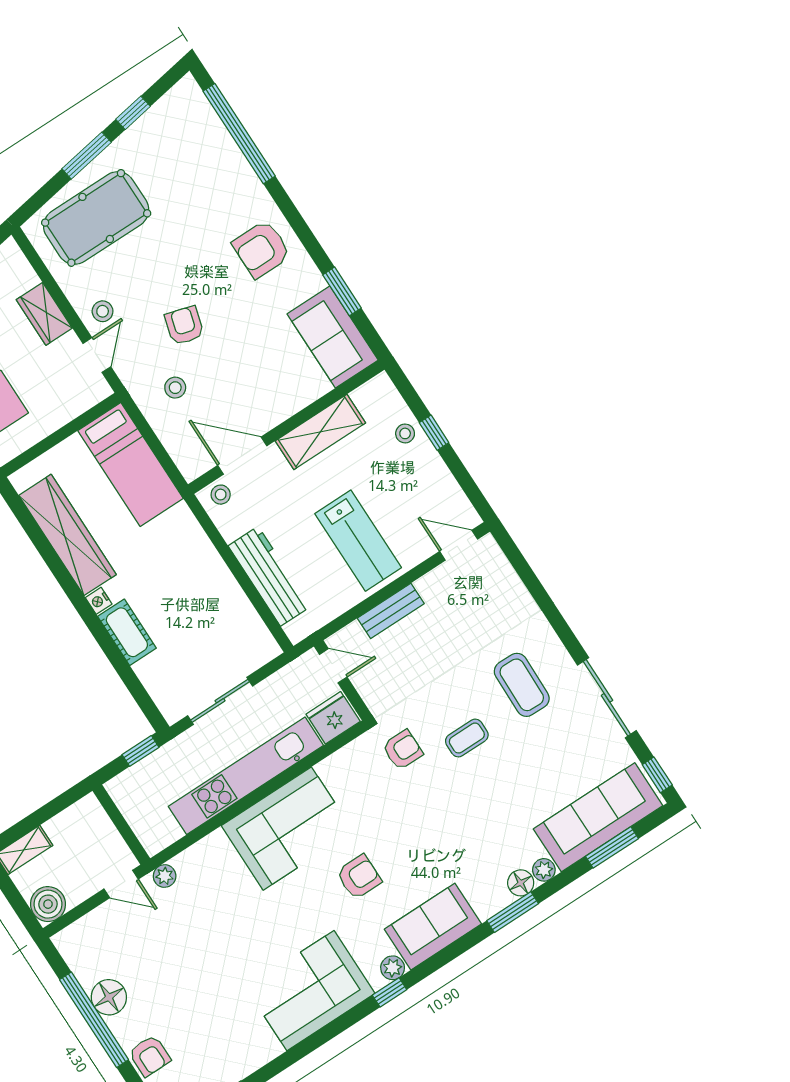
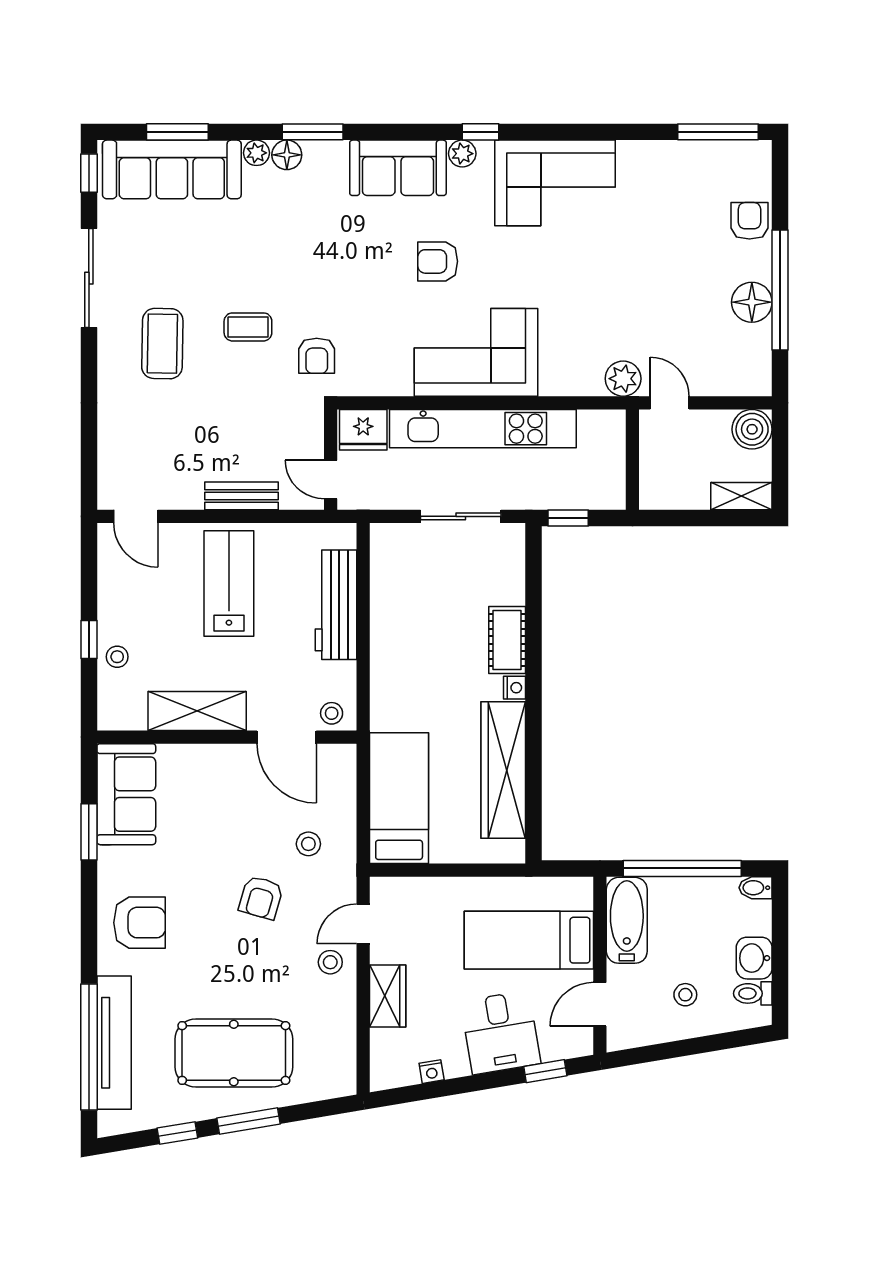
tv unit: (223, 149) -> (114, 1043), added
pool table: (96, 218) -> (234, 1053), moved
armchair: (403, 750) -> (317, 356), turned -90
plant: (165, 876) -> (623, 379), width x1.38, depth x1.38

